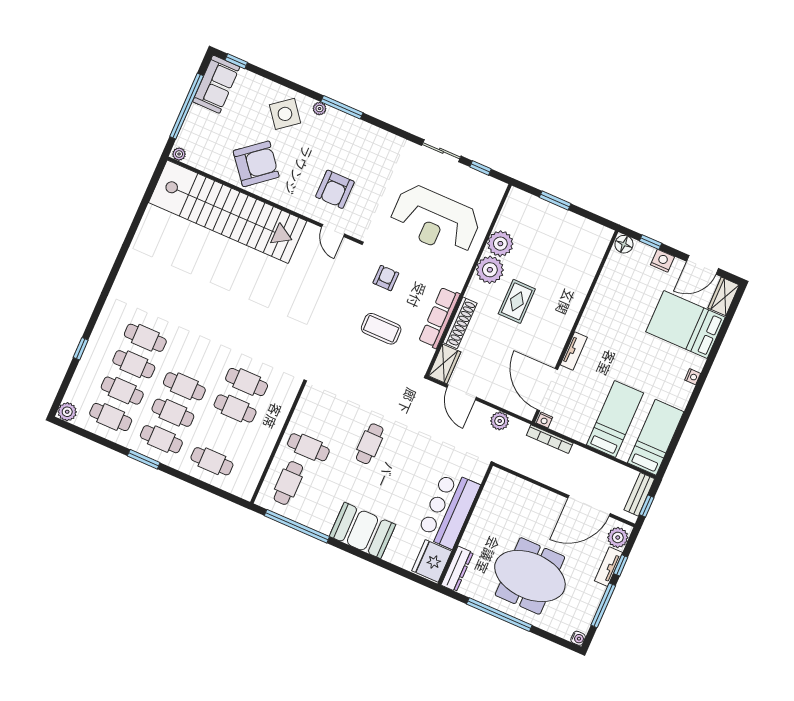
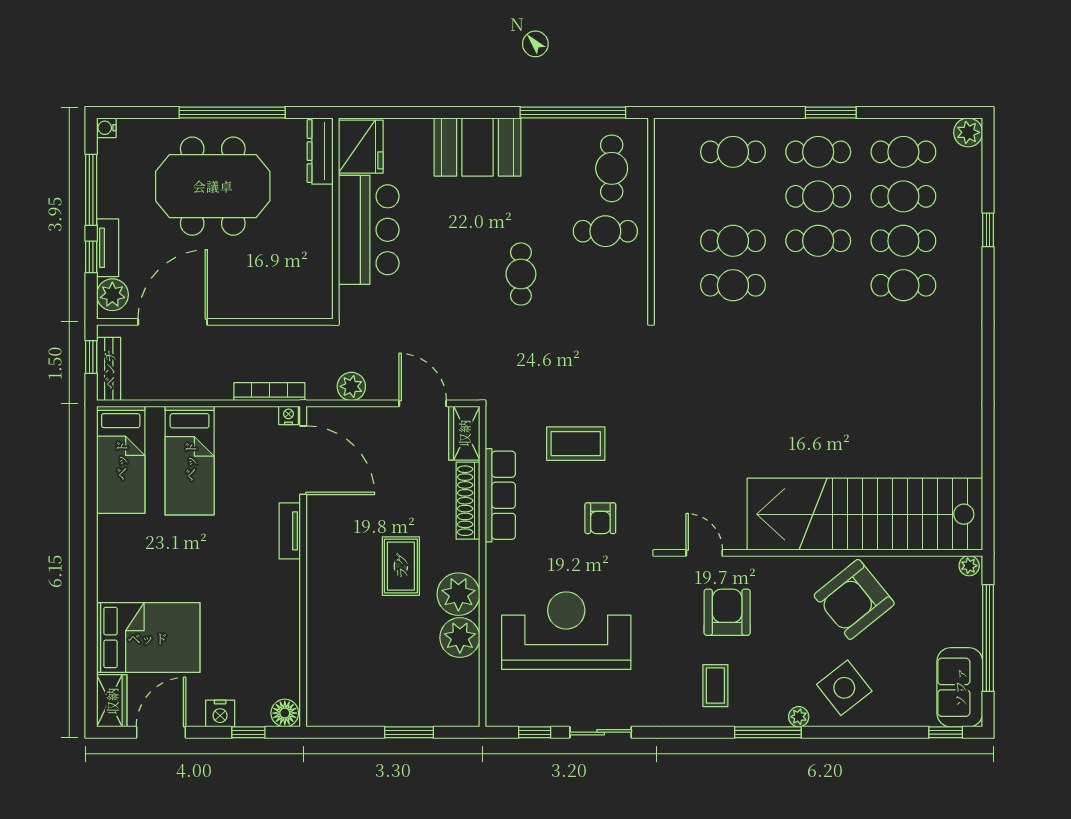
coffee table: (361, 149) -> (715, 686), added
nightstand: (693, 377) -> (106, 568), removed

